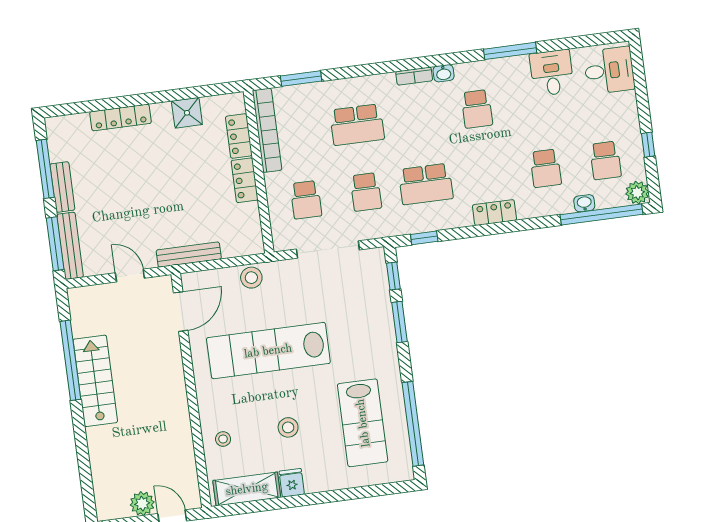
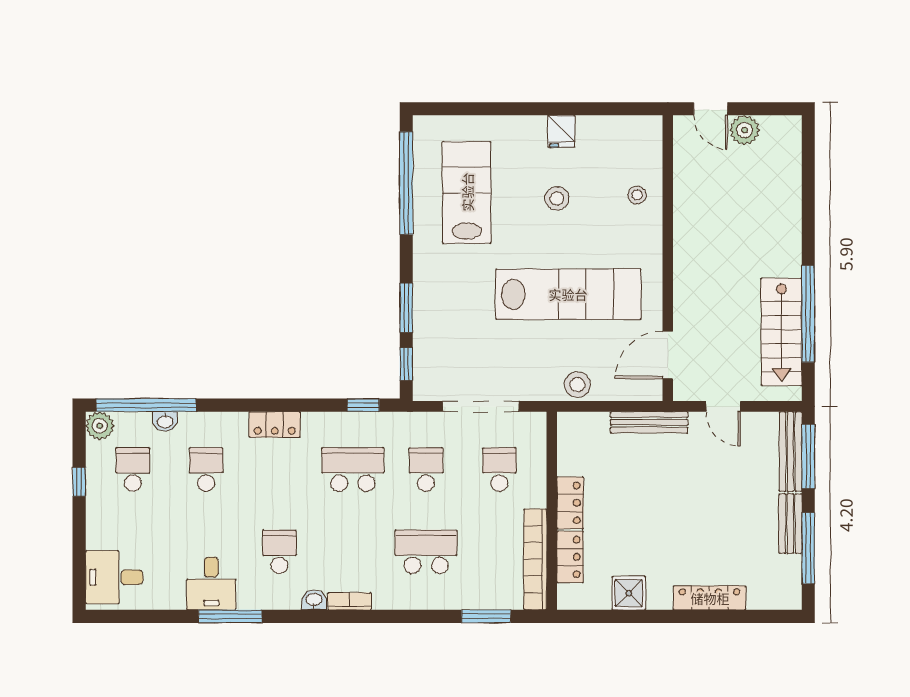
desk: (552, 73) -> (211, 583), moved
stairs: (95, 381) -> (781, 332), moved
shelving: (247, 489) -> (616, 131), removed

